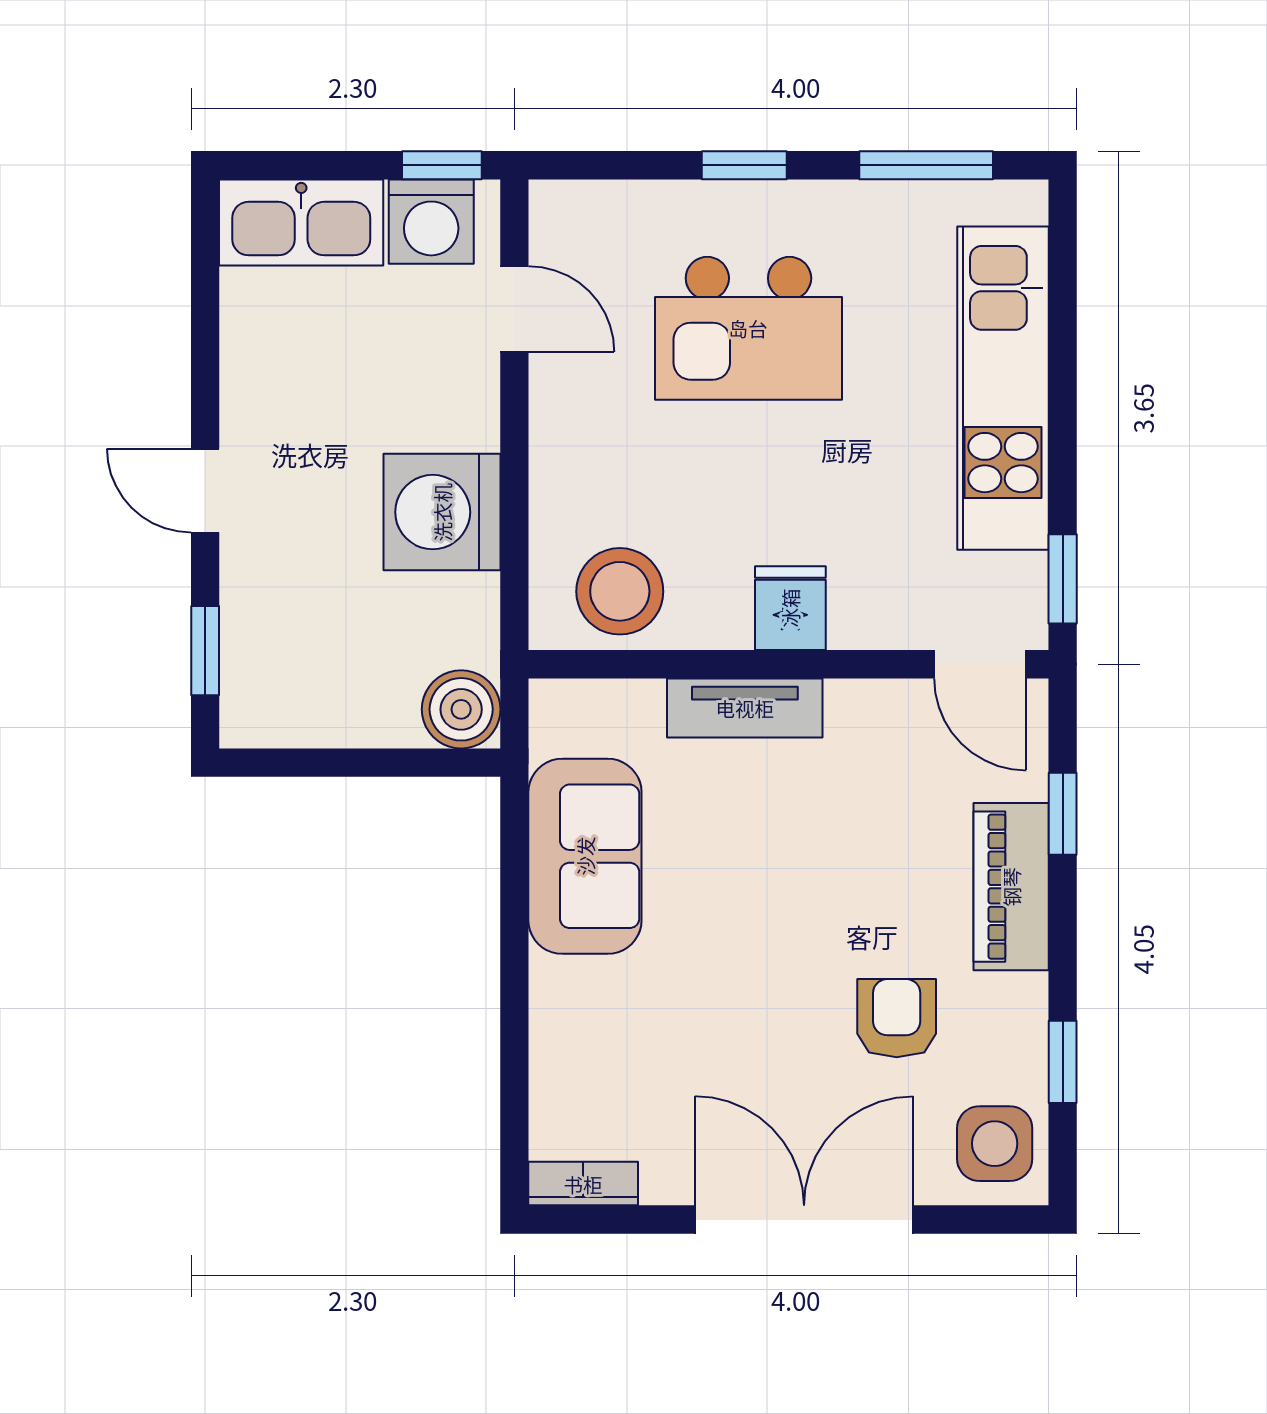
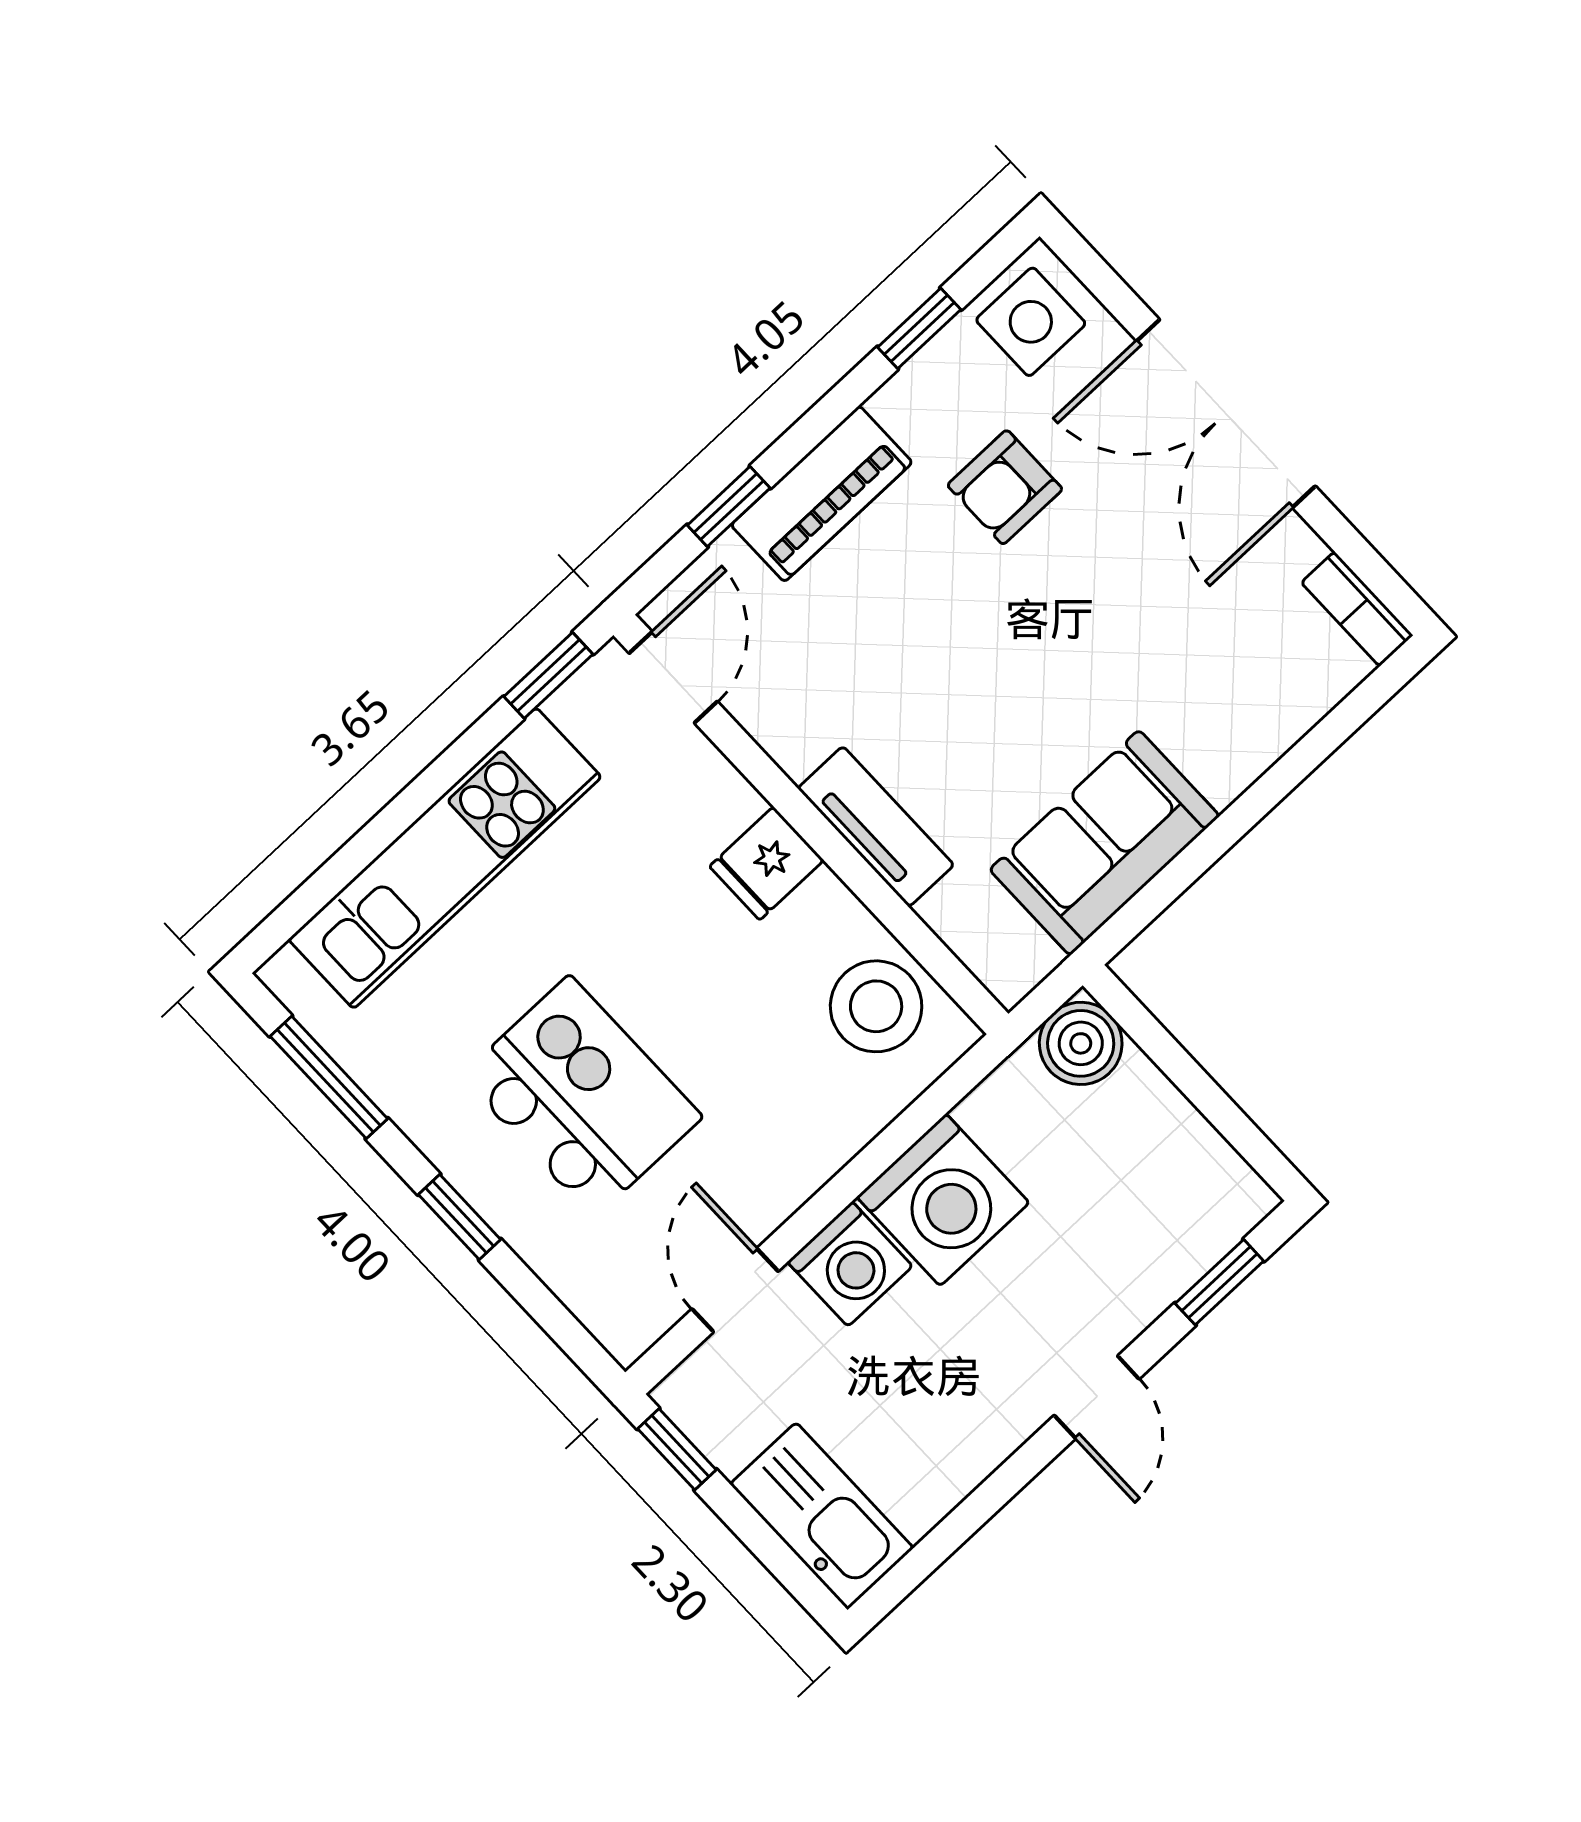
washing machine: (431, 222) -> (850, 1264), moved, turned 90

